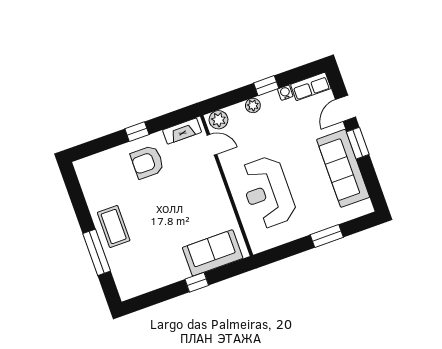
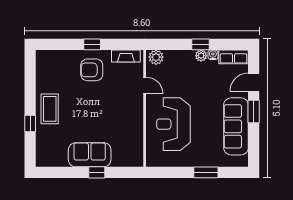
plant: (253, 105) -> (201, 56), moved
door: (212, 145) -> (145, 85), moved
window: (97, 252) -> (30, 124), width x0.46
sofa: (213, 253) -> (90, 155), moved

